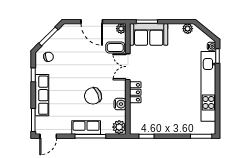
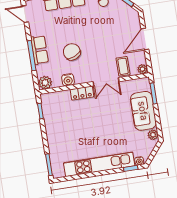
sofa: (149, 34) -> (143, 111), moved
double door: (128, 67) -> (106, 82), swing flipped

